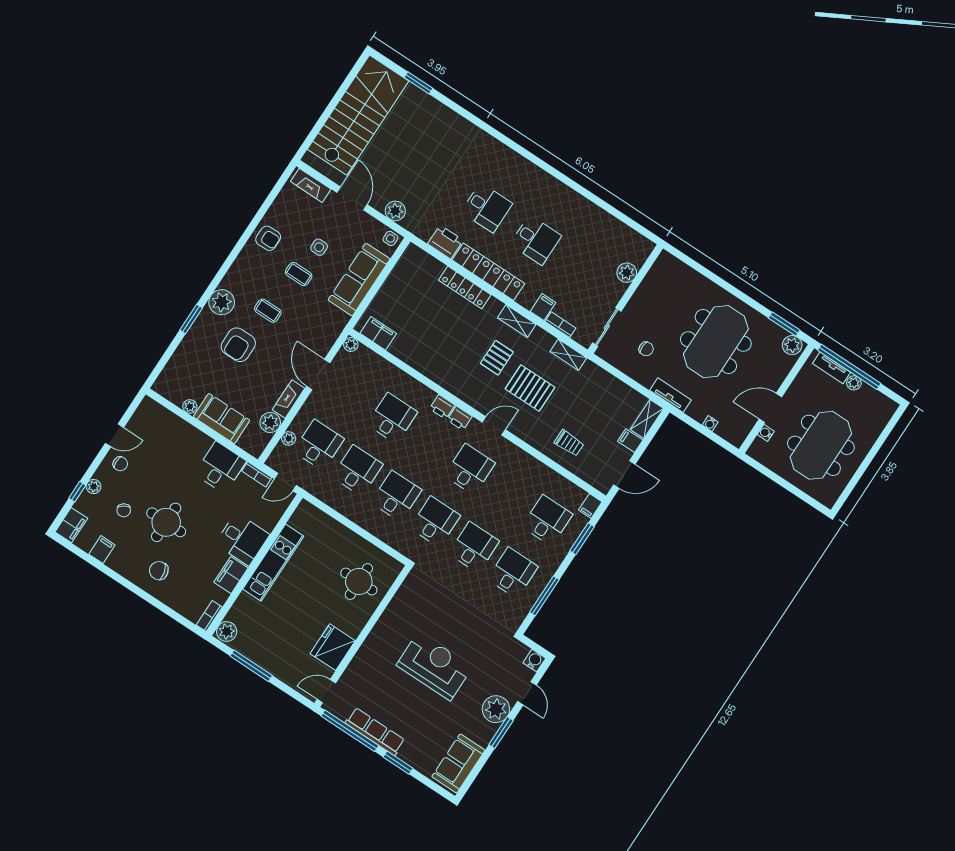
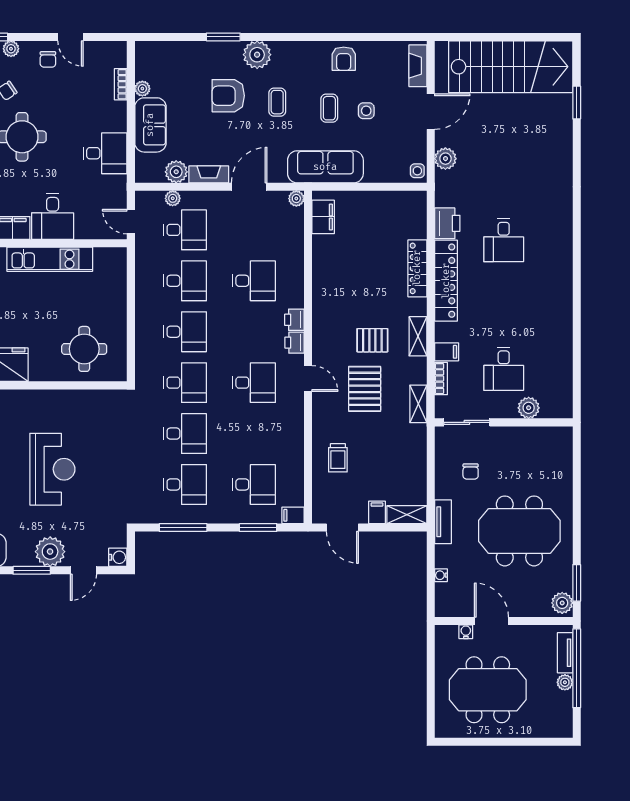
desk: (536, 240) -> (504, 369), moved
sofa: (359, 280) -> (325, 167), moved
bookcase: (257, 474) -> (121, 84), moved

